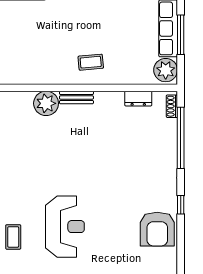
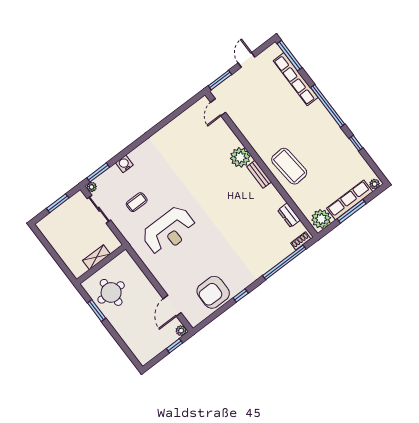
coffee table: (91, 62) -> (289, 166), width x1.86, depth x1.72

